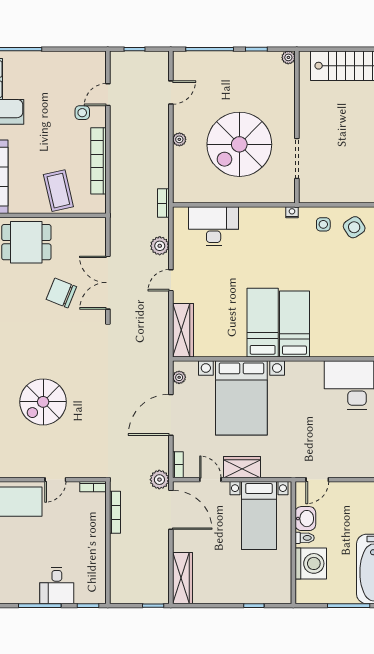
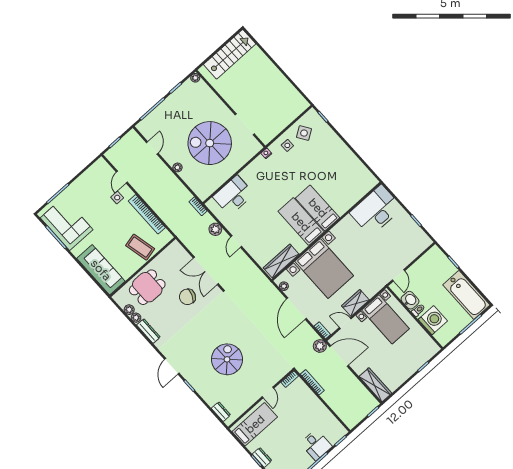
spiral stairs: (239, 144) -> (210, 143), turned 90
wardrobe: (183, 330) -> (281, 261), moved, turned -90
spiral stairs: (43, 402) -> (227, 359), turned 180

